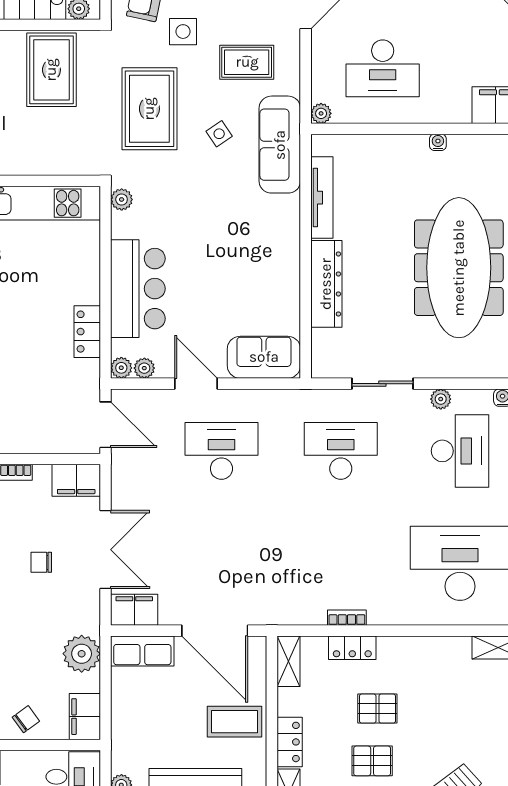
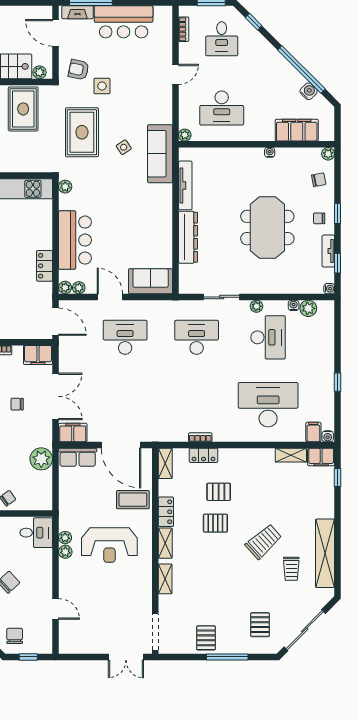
rug: (247, 62) -> (140, 104), removed
water cooler: (438, 142) -> (270, 152), moved
meeting table: (459, 268) -> (267, 228), width x0.73
filing cabinet: (85, 717) -> (43, 497), removed

